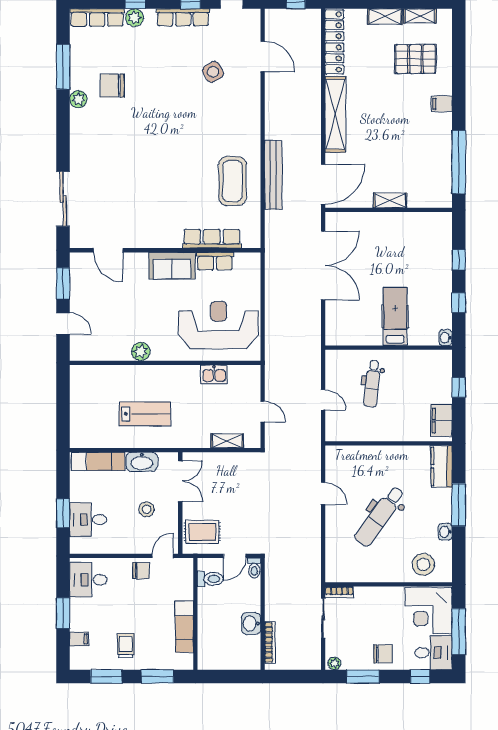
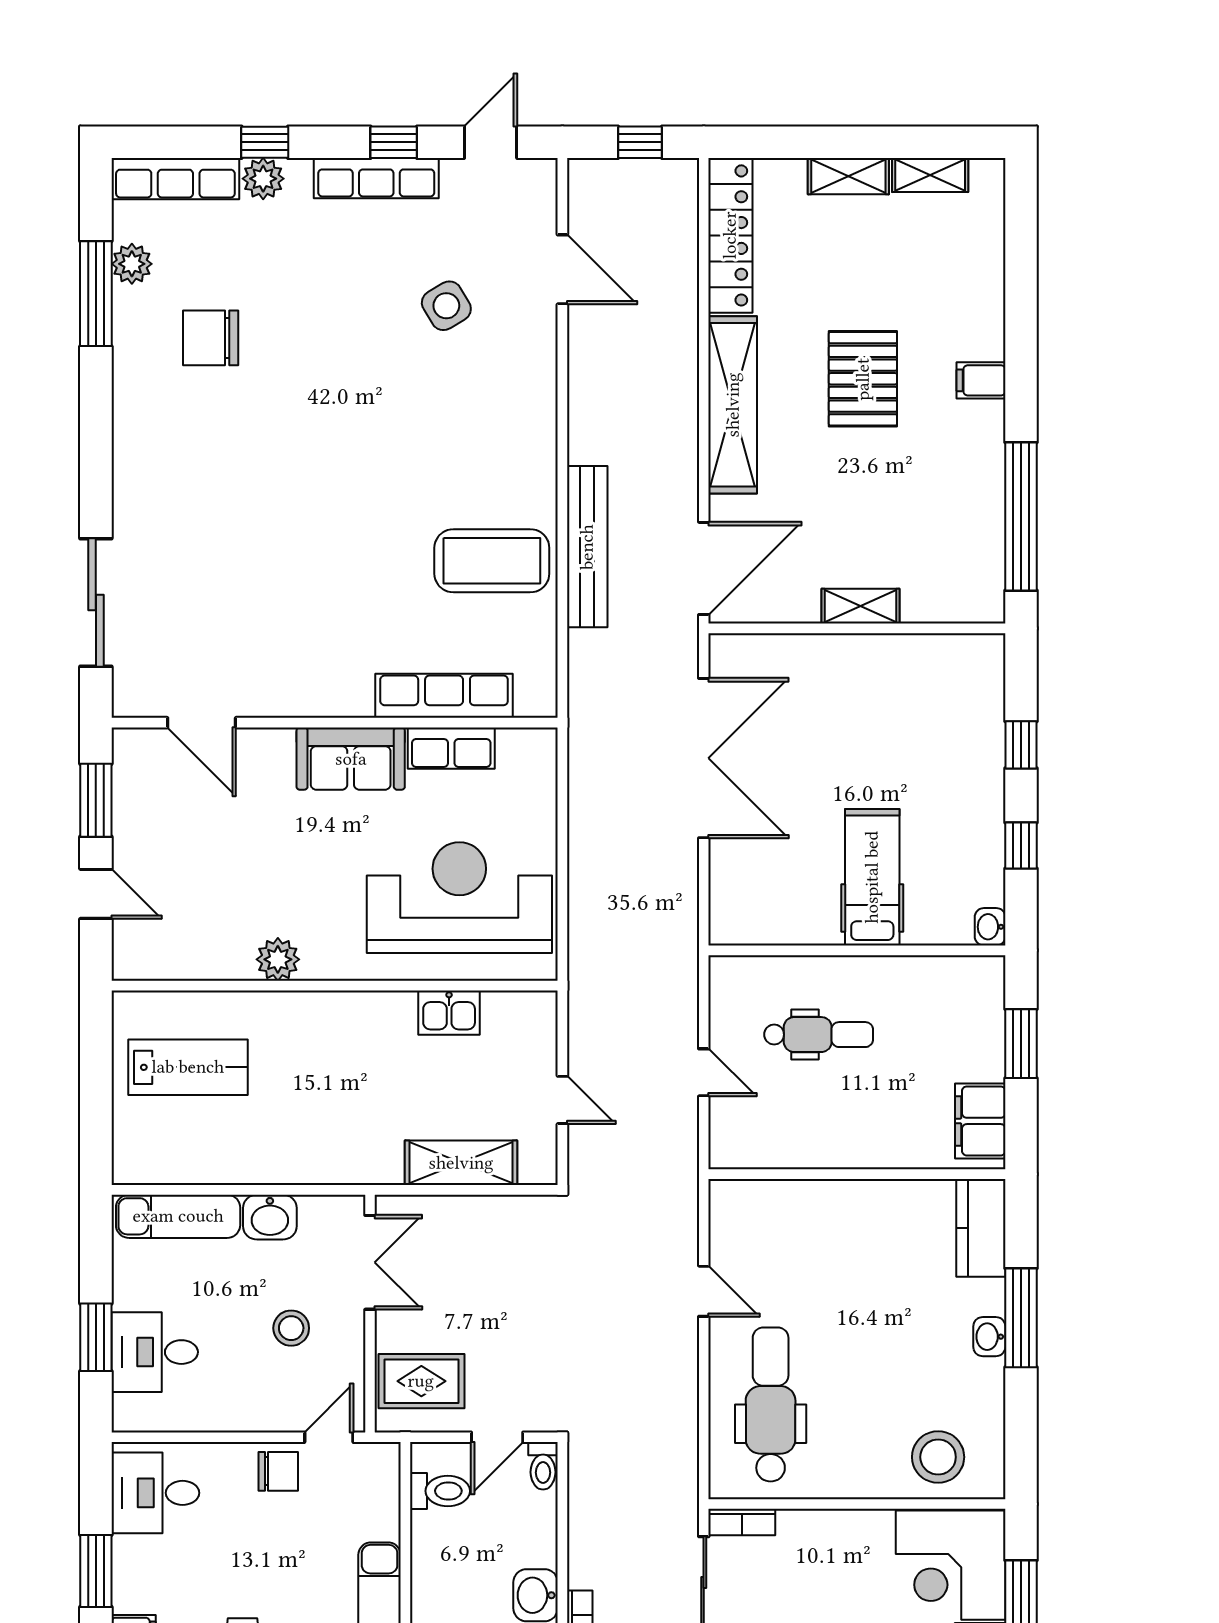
pallet: (415, 59) -> (863, 379), moved, turned 90
plant: (78, 99) -> (132, 264), moved
coffee table: (232, 181) -> (492, 561), turned 90
dental chair: (372, 384) -> (819, 1035), turned -96
window: (459, 388) -> (1021, 1044), width x1.50
lab bench: (145, 414) -> (188, 1067), moved
shelving: (227, 441) -> (461, 1163), width x1.50, depth x1.33
washbasin: (142, 462) -> (270, 1217), width x0.72
dental chair: (380, 516) -> (771, 1404), moved, turned 144
washbasin: (445, 532) -> (989, 1337), moved

